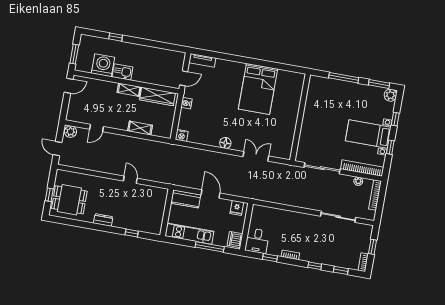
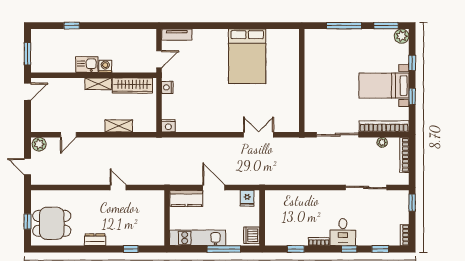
washing machine: (103, 65) -> (105, 66), moved, width x0.53, depth x0.53
floor lamp: (225, 143) -> (221, 125), removed
desk: (257, 241) -> (343, 232), moved
window: (372, 247) -> (412, 203), moved

